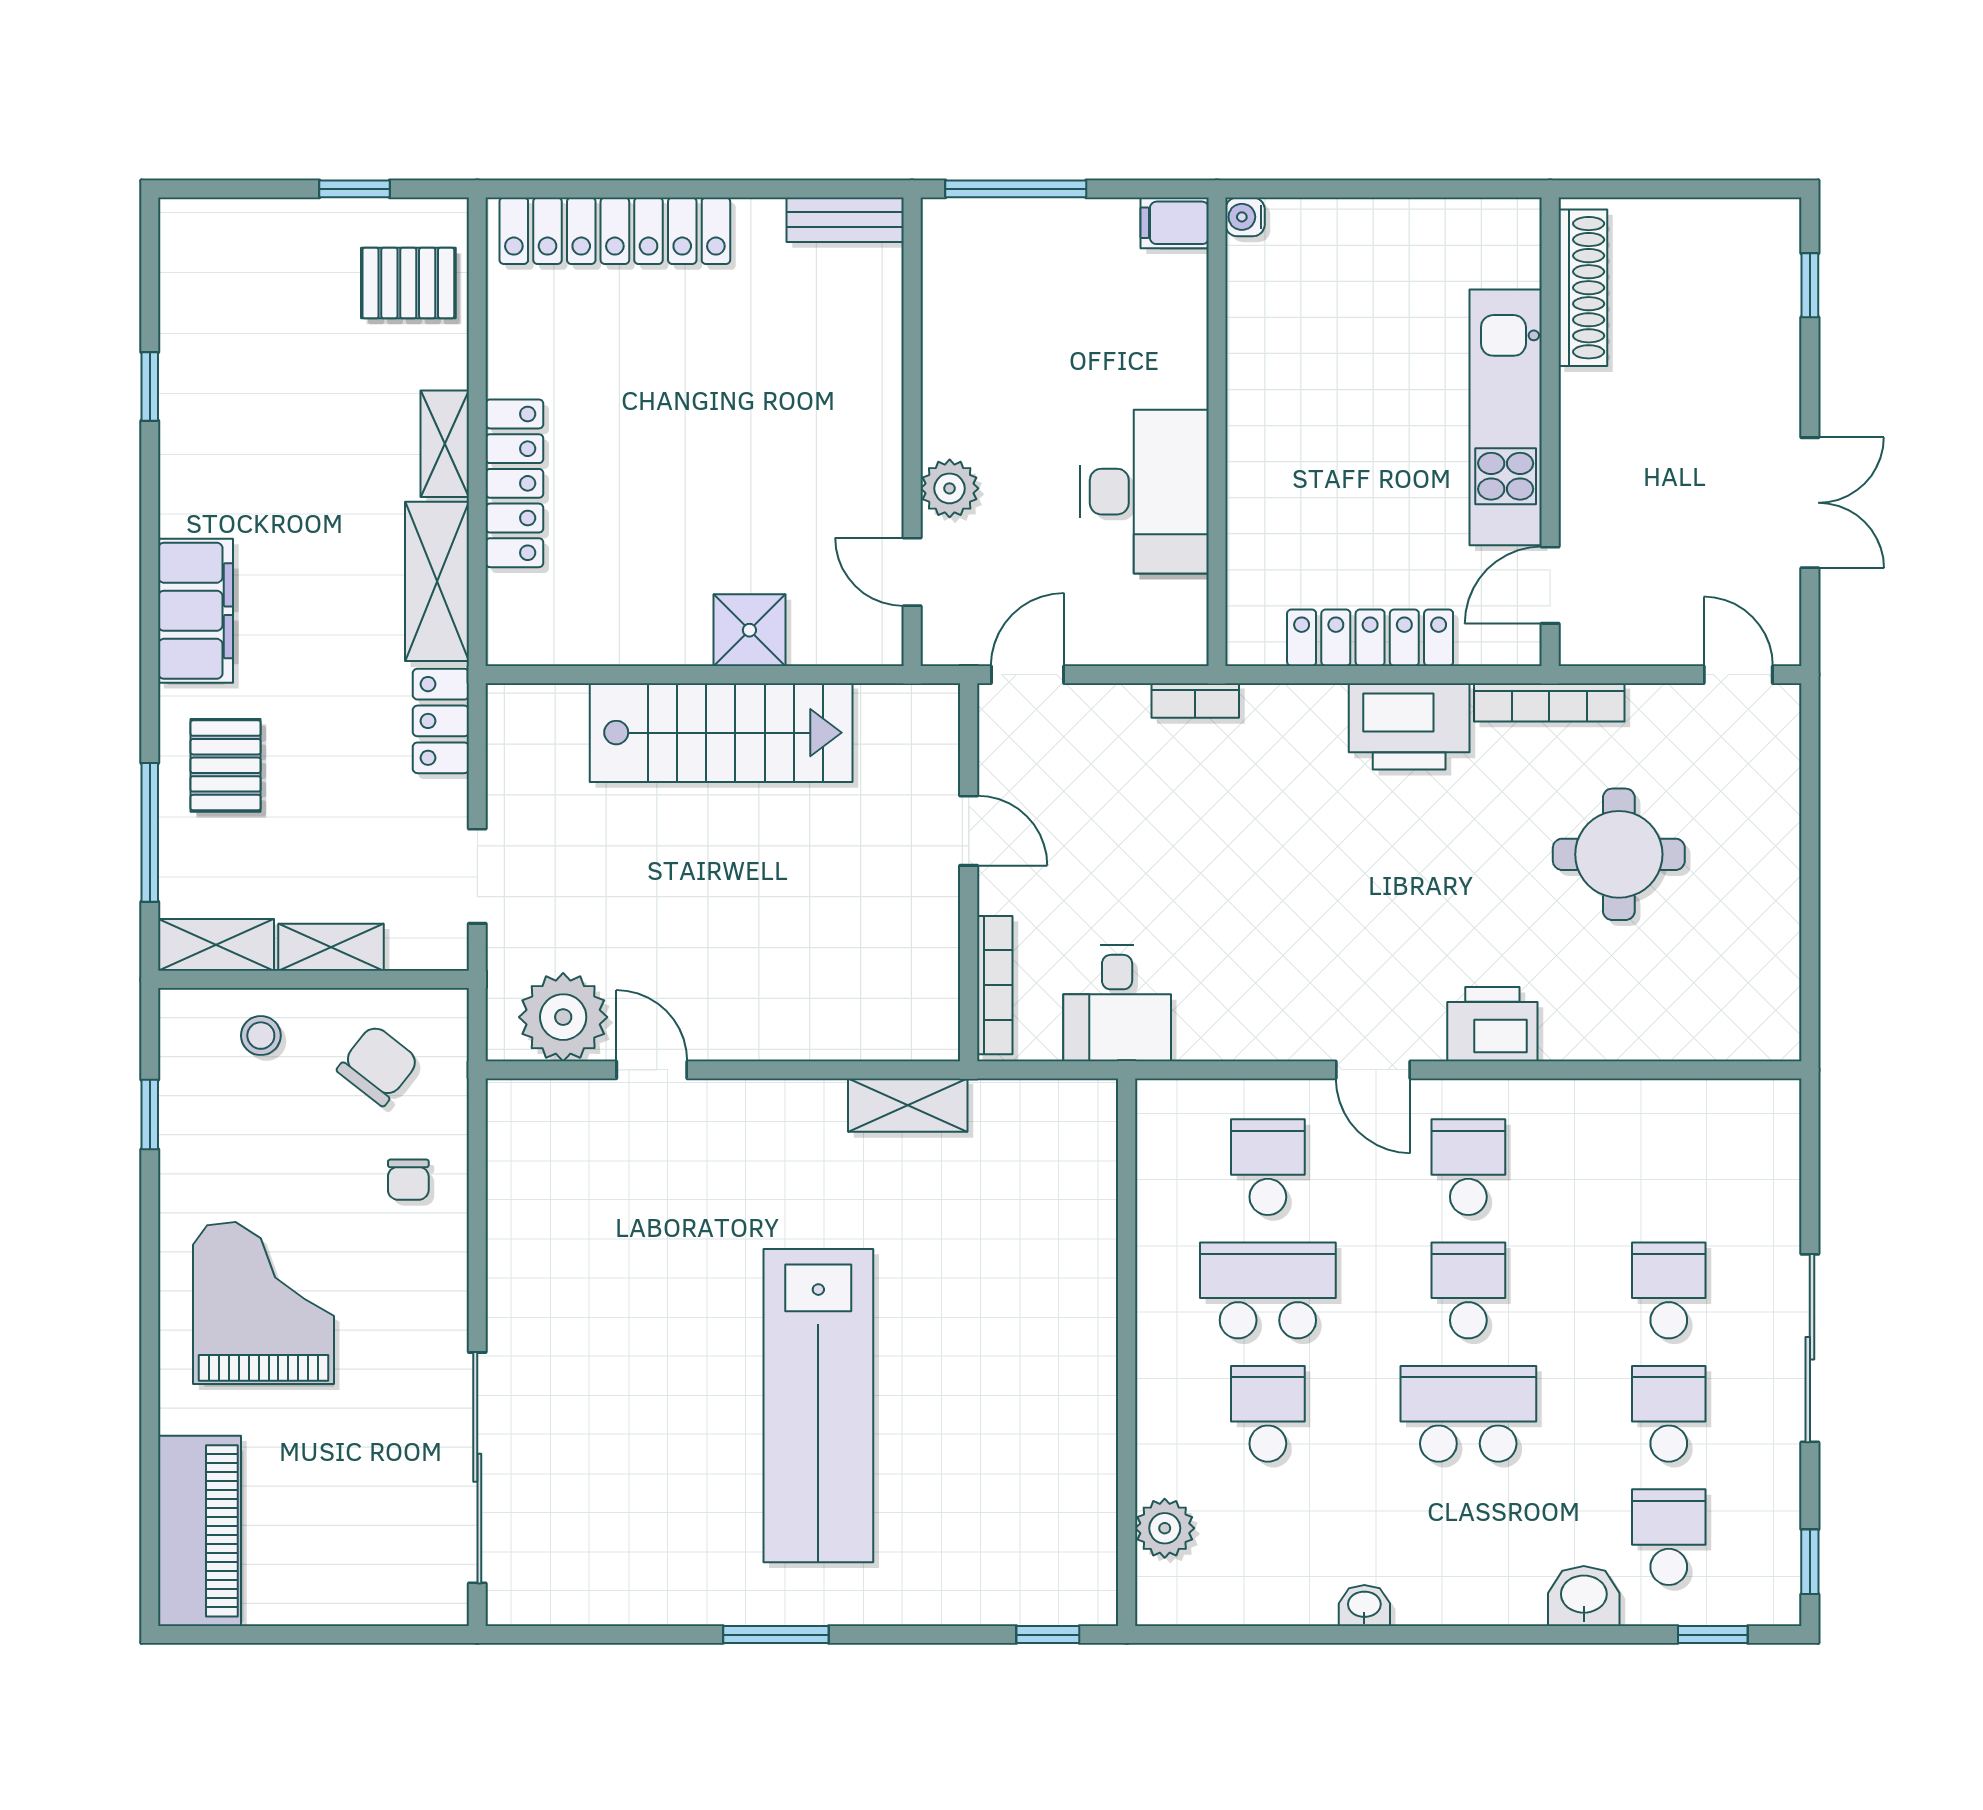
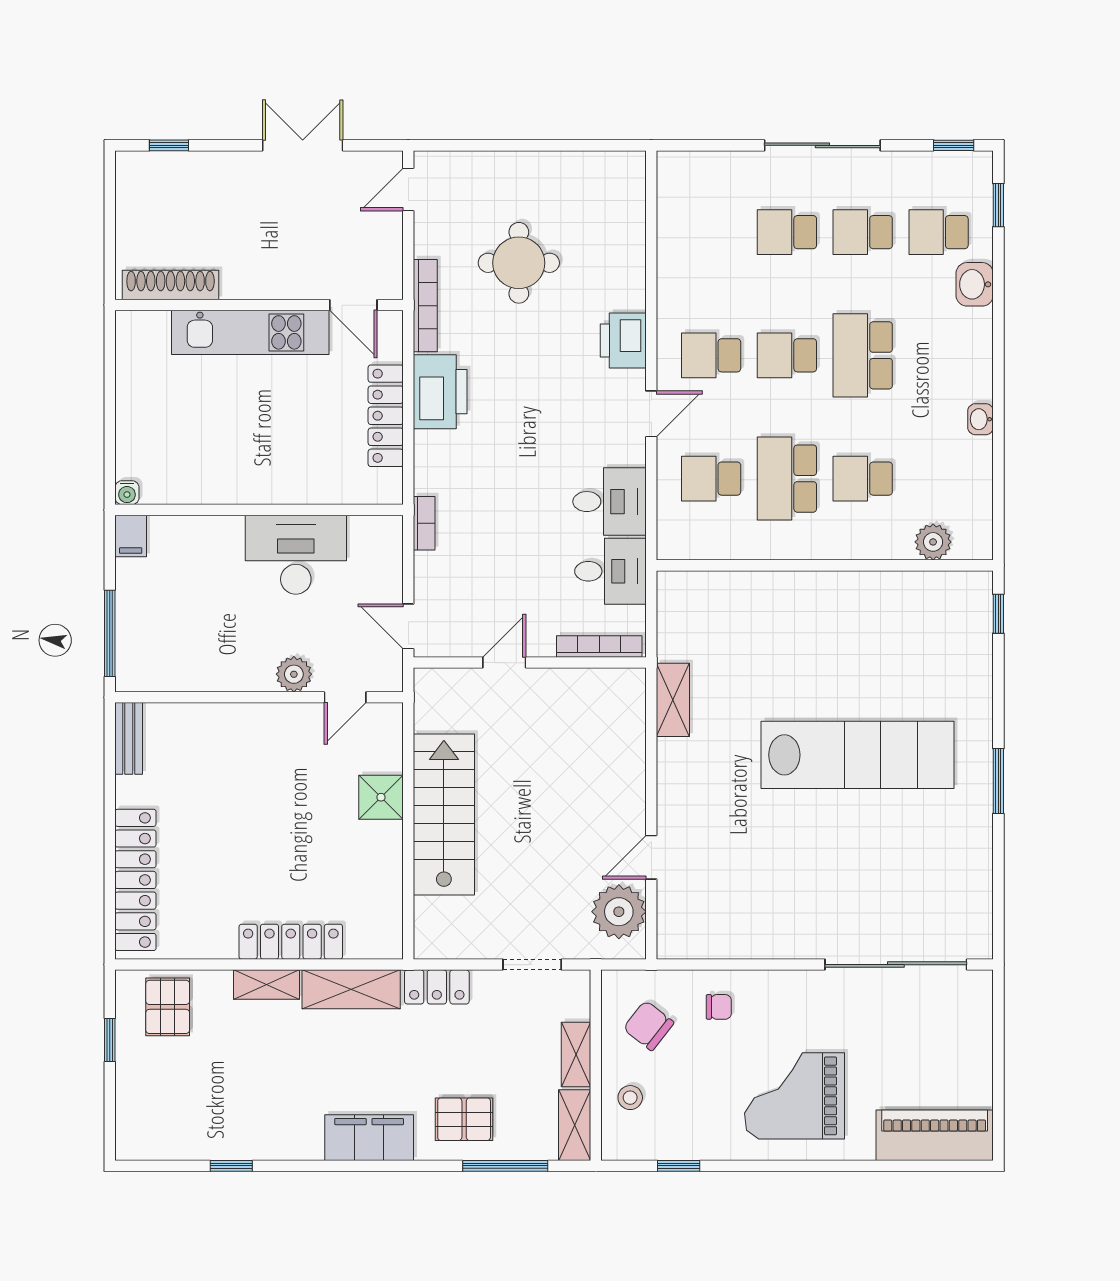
desk: (1230, 1002) -> (609, 502), added

